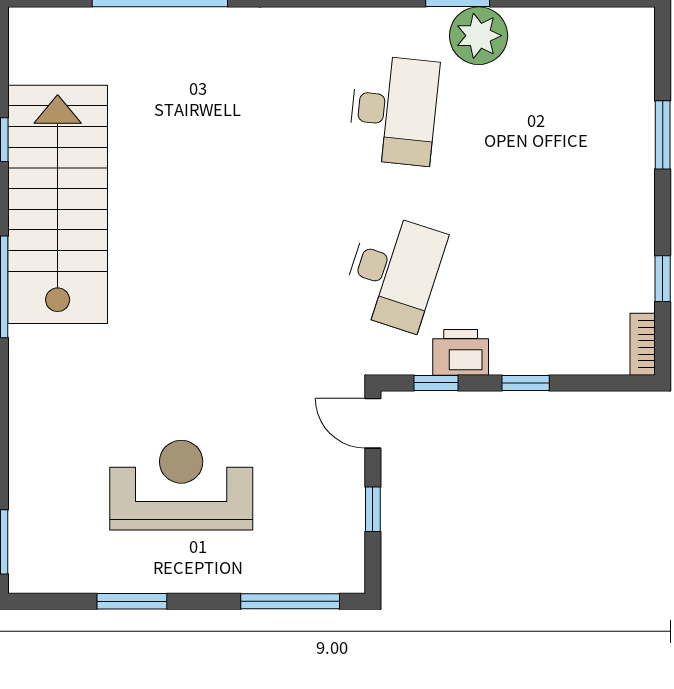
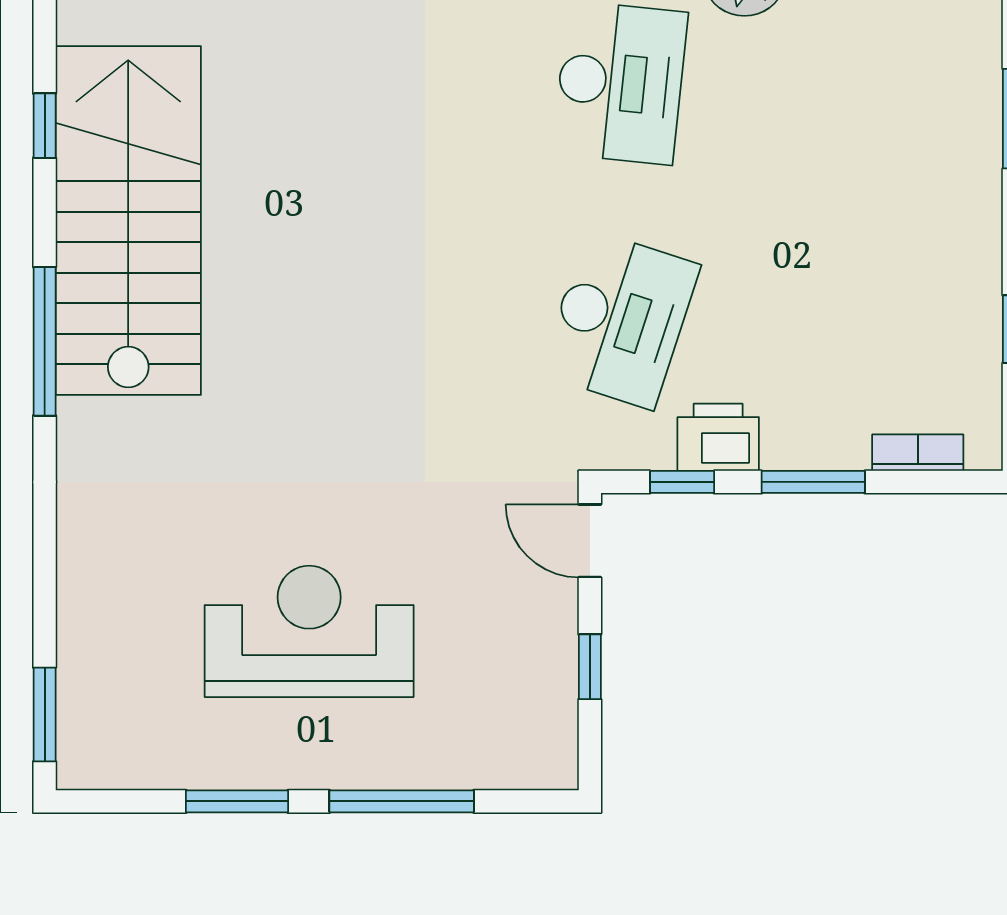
bookcase: (643, 344) -> (918, 453), moved, turned 90
window: (526, 383) -> (813, 482), width x1.50
window: (290, 601) -> (402, 801), moved

